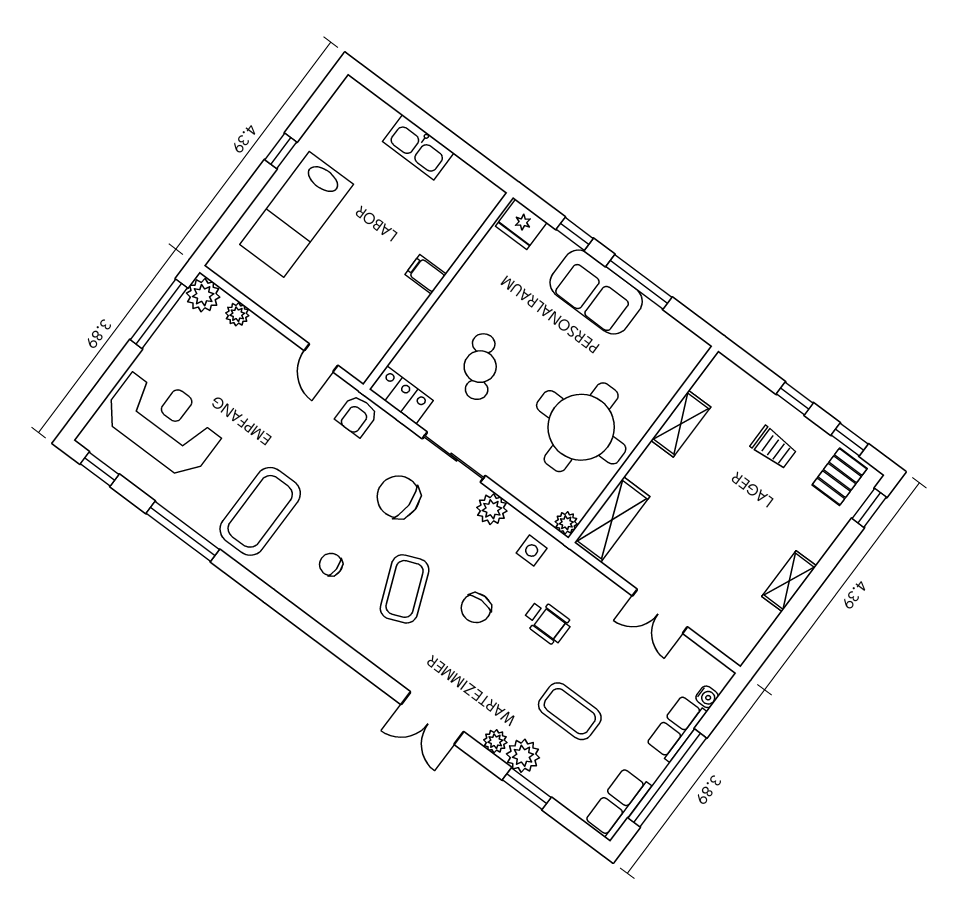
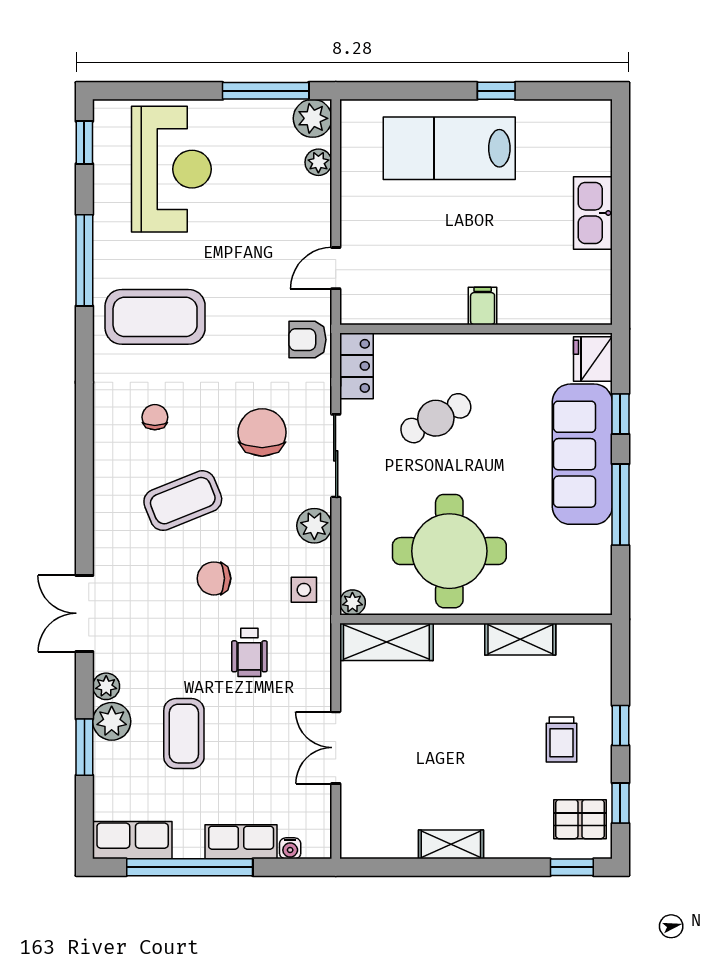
sofa: (596, 292) -> (582, 454), width x1.36

